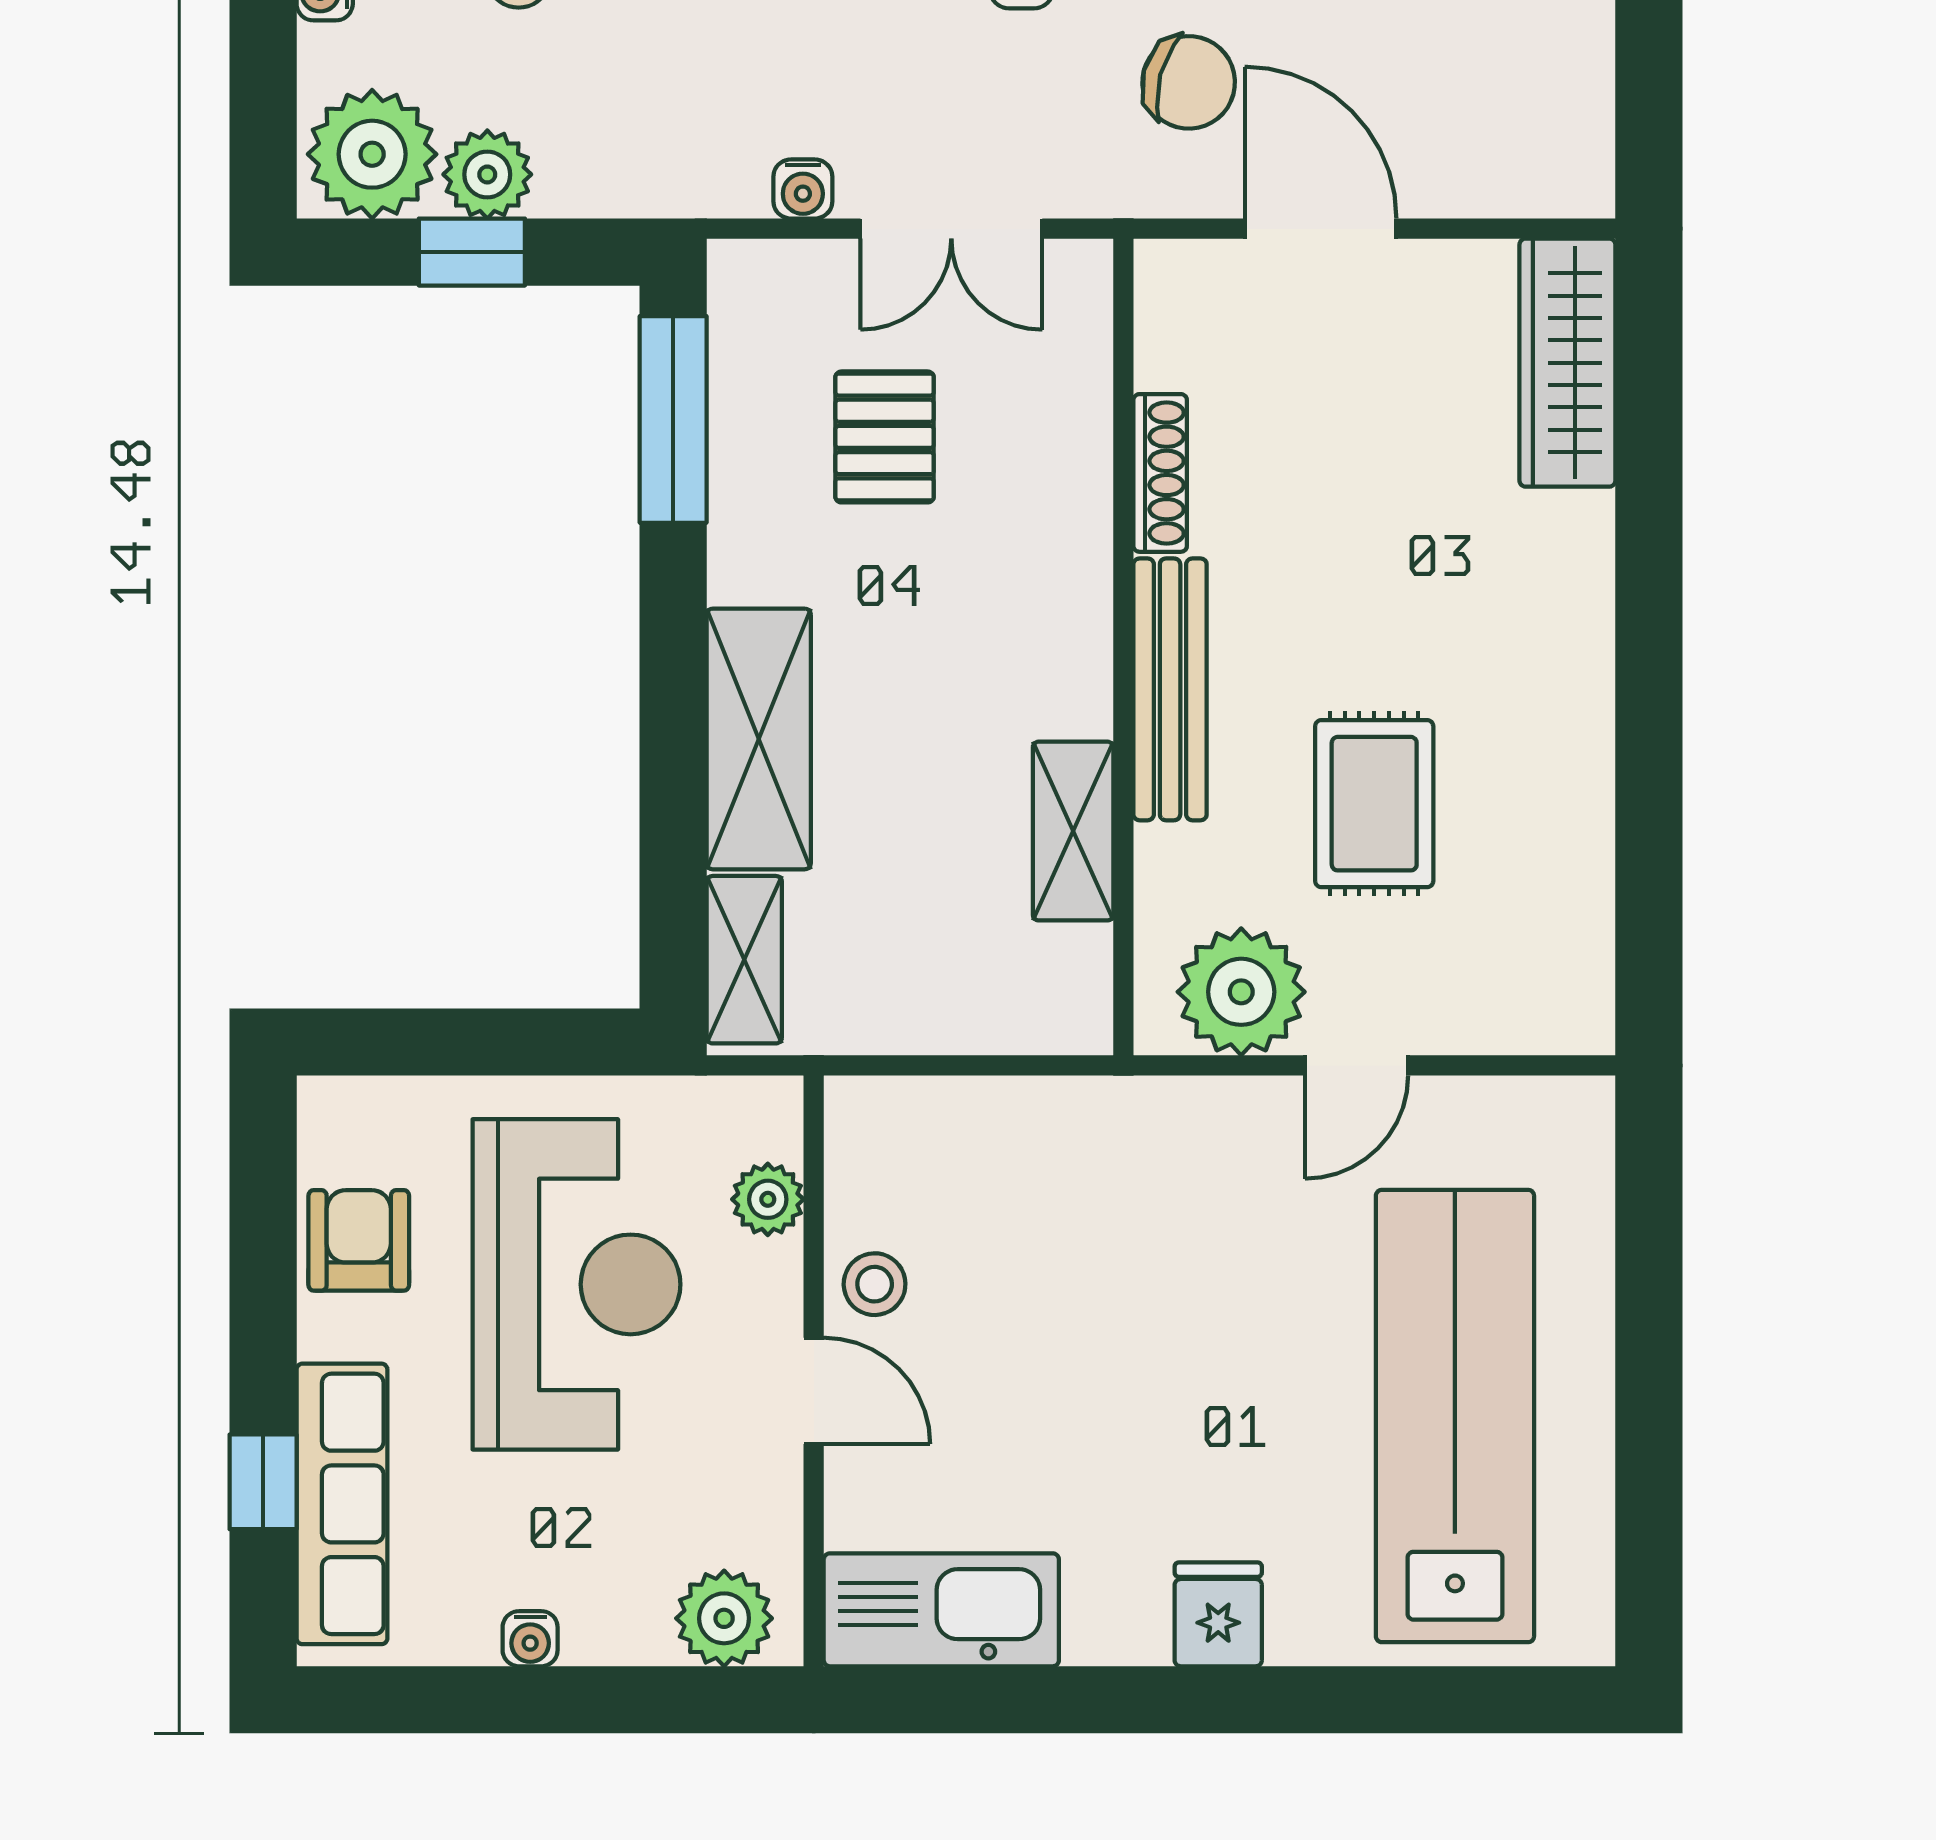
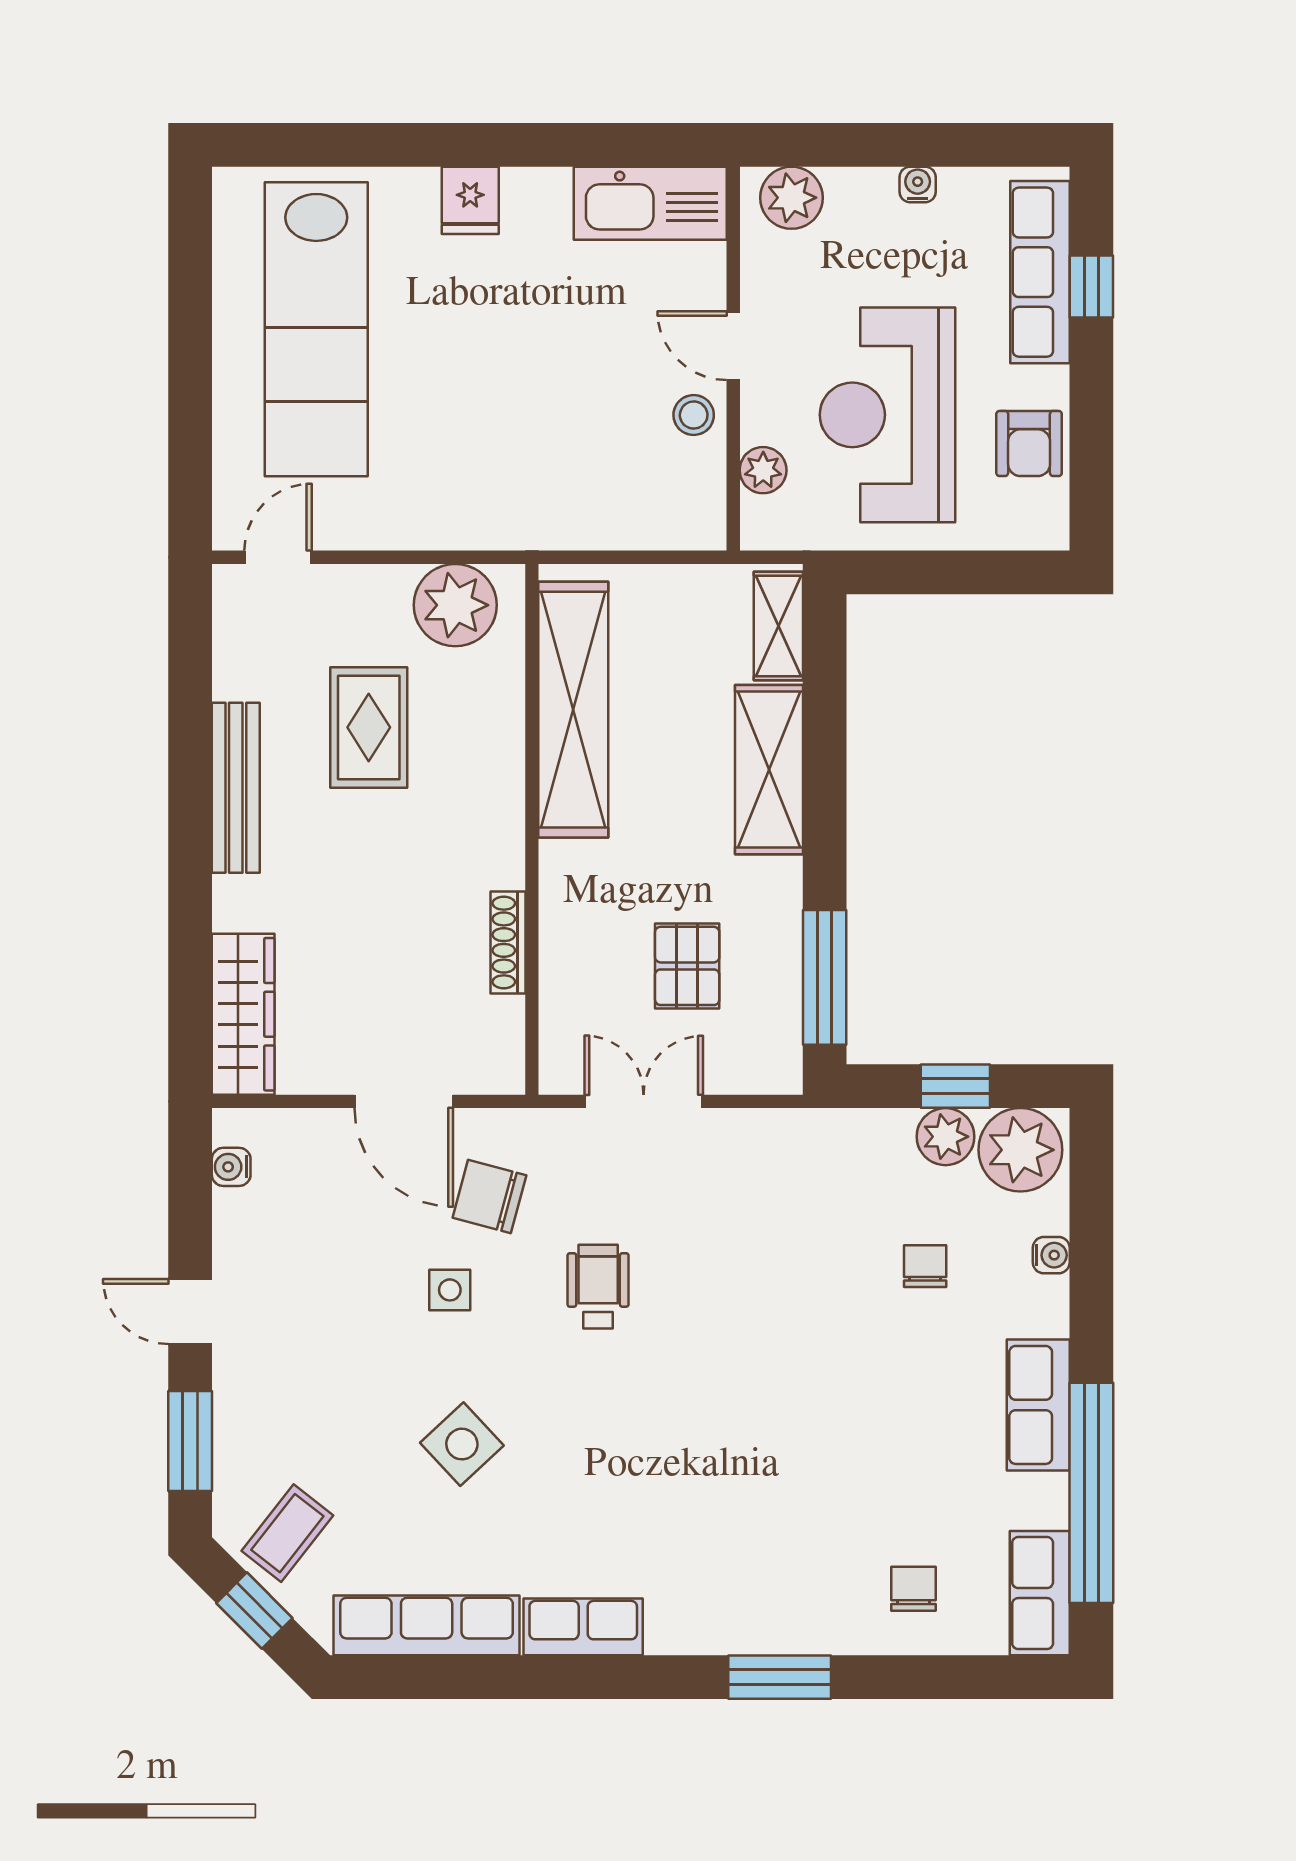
water cooler: (803, 189) -> (231, 1167), moved, turned -90
bench: (1170, 689) -> (236, 788), moved
shelving: (1073, 831) -> (573, 710), width x2.20, depth x1.33
door: (1357, 1065) -> (278, 557), moved

